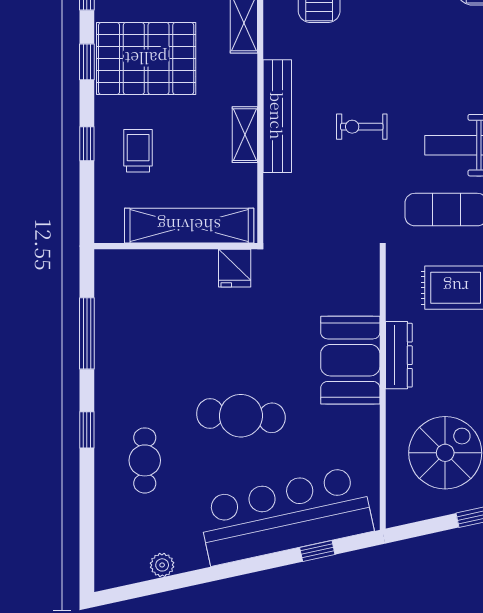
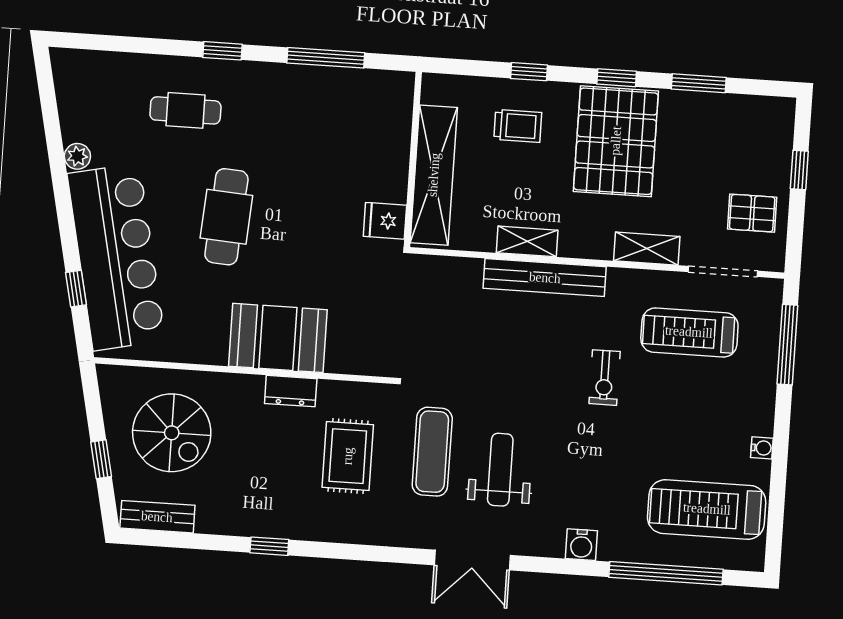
exercise bike: (362, 127) -> (605, 378), moved, turned 180
dresser: (399, 355) -> (291, 391), width x0.70
plant: (162, 565) -> (77, 156), moved

